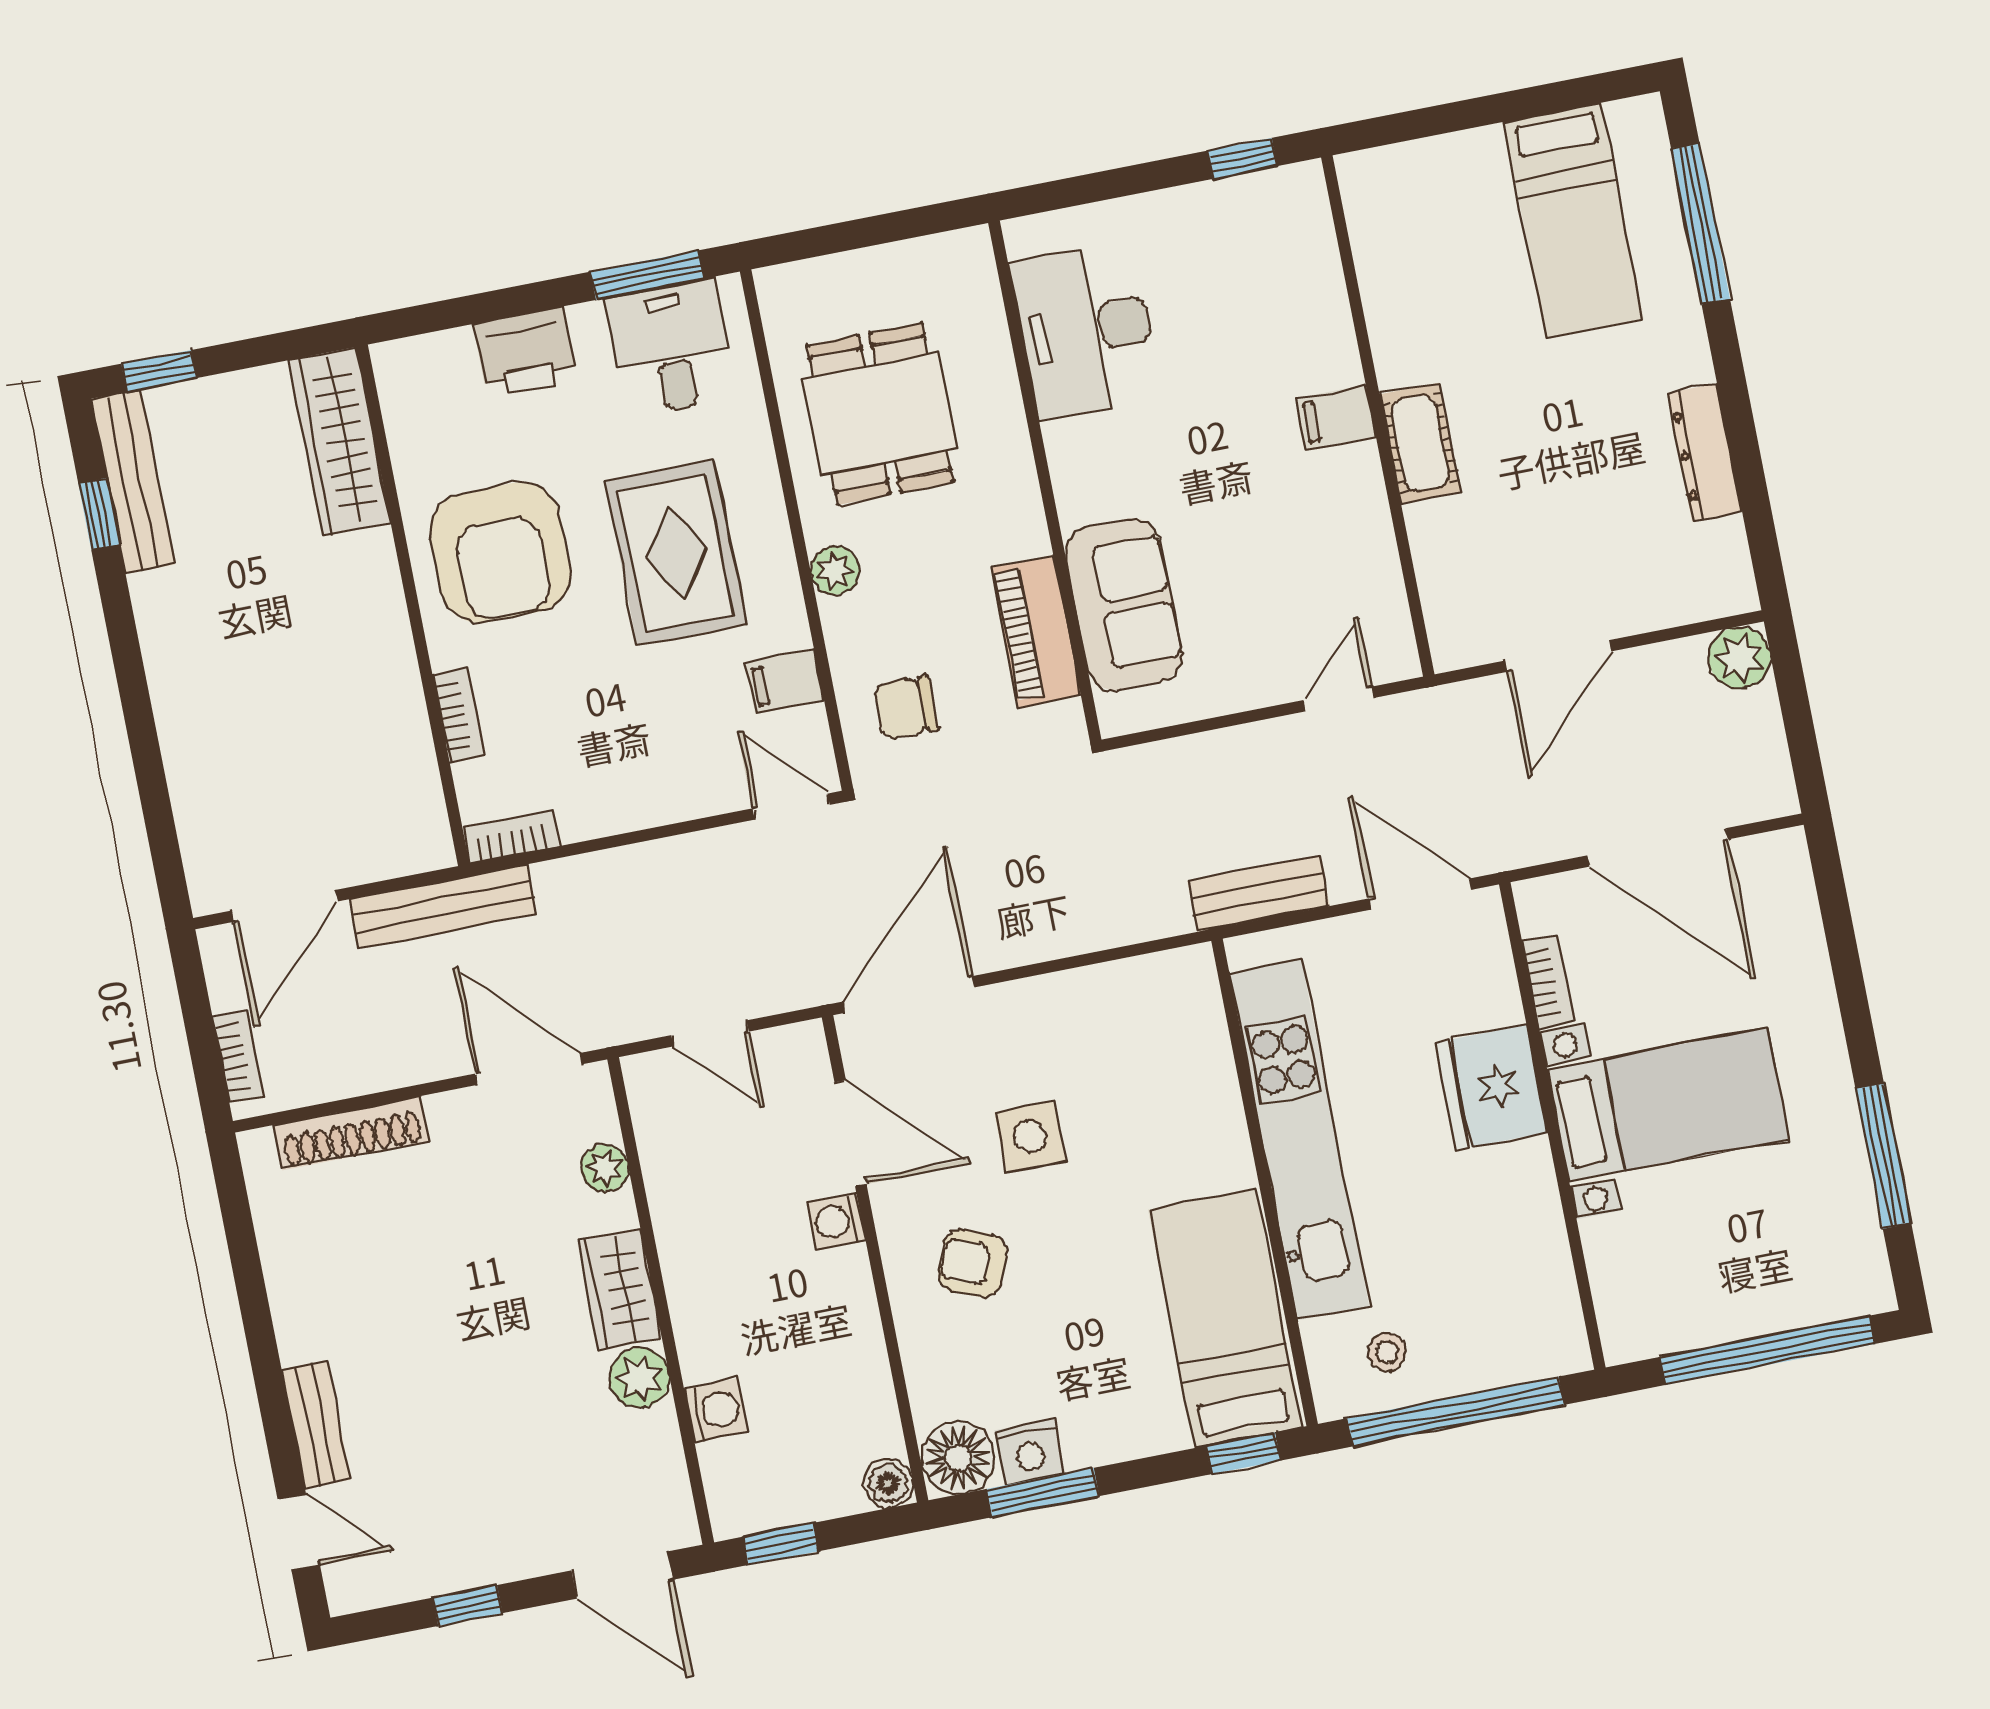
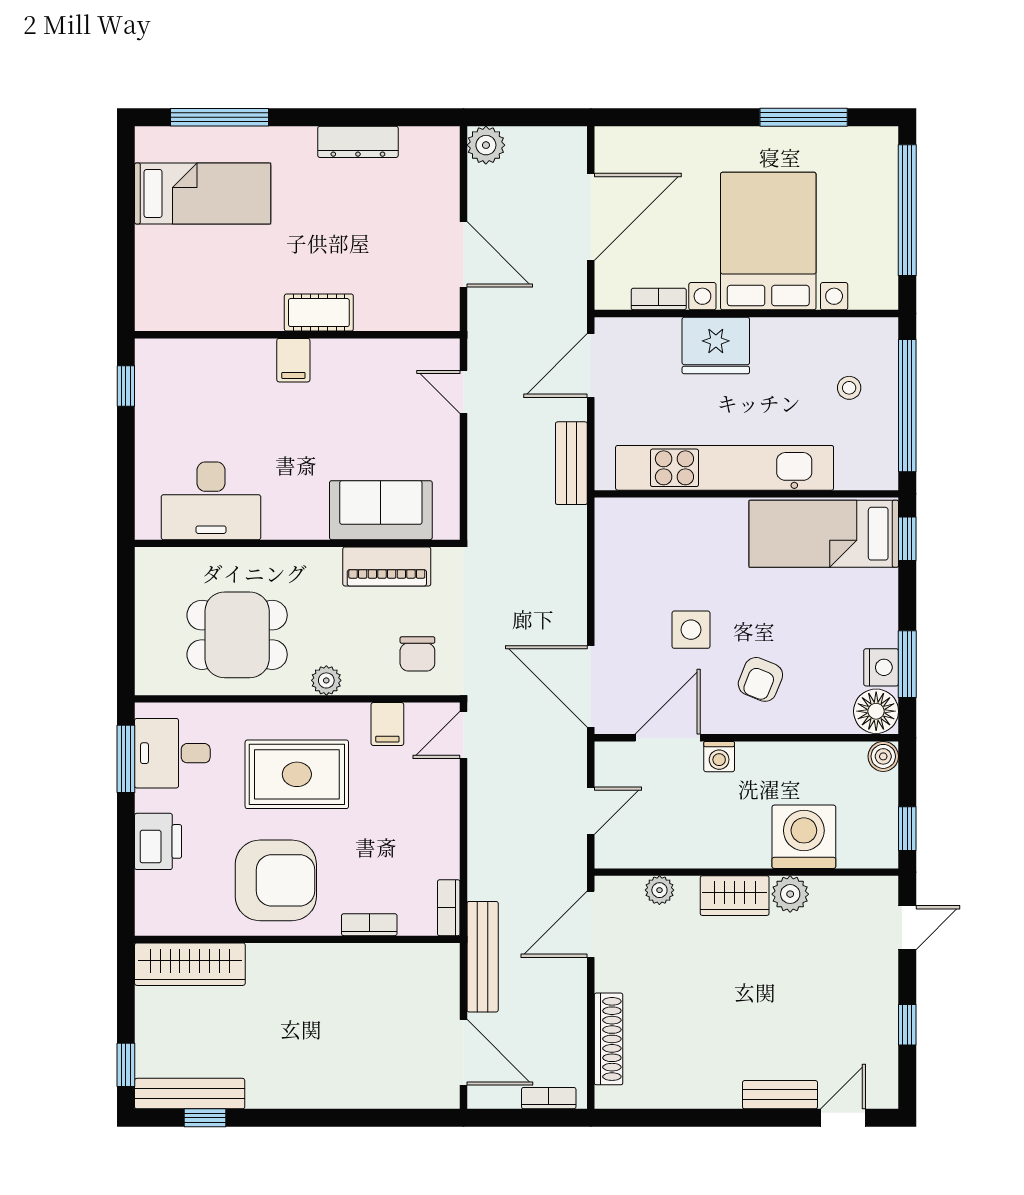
bed with nightstands: (1668, 1105) -> (768, 241), width x1.36
stool: (1387, 1352) -> (849, 388), moved
washing machine: (716, 1410) -> (804, 837), width x1.89, depth x1.89
door: (622, 1575) -> (907, 928), width x0.73

